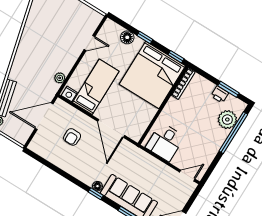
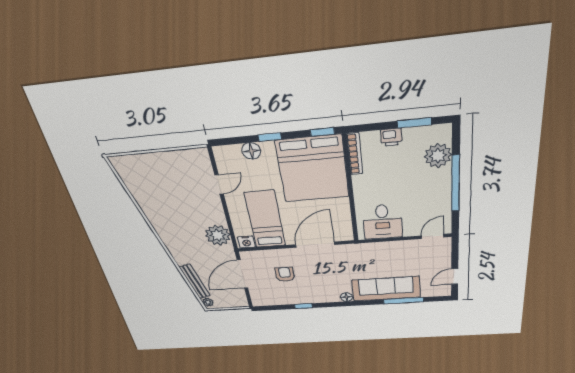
plant: (60, 78) -> (218, 235), width x1.88, depth x1.88
printer: (220, 94) -> (391, 137), moved
door: (111, 128) -> (315, 245), swing flipped
window: (233, 133) -> (456, 184), moved
armchair: (72, 137) -> (285, 274), turned 180
window: (96, 194) -> (304, 306), moved

